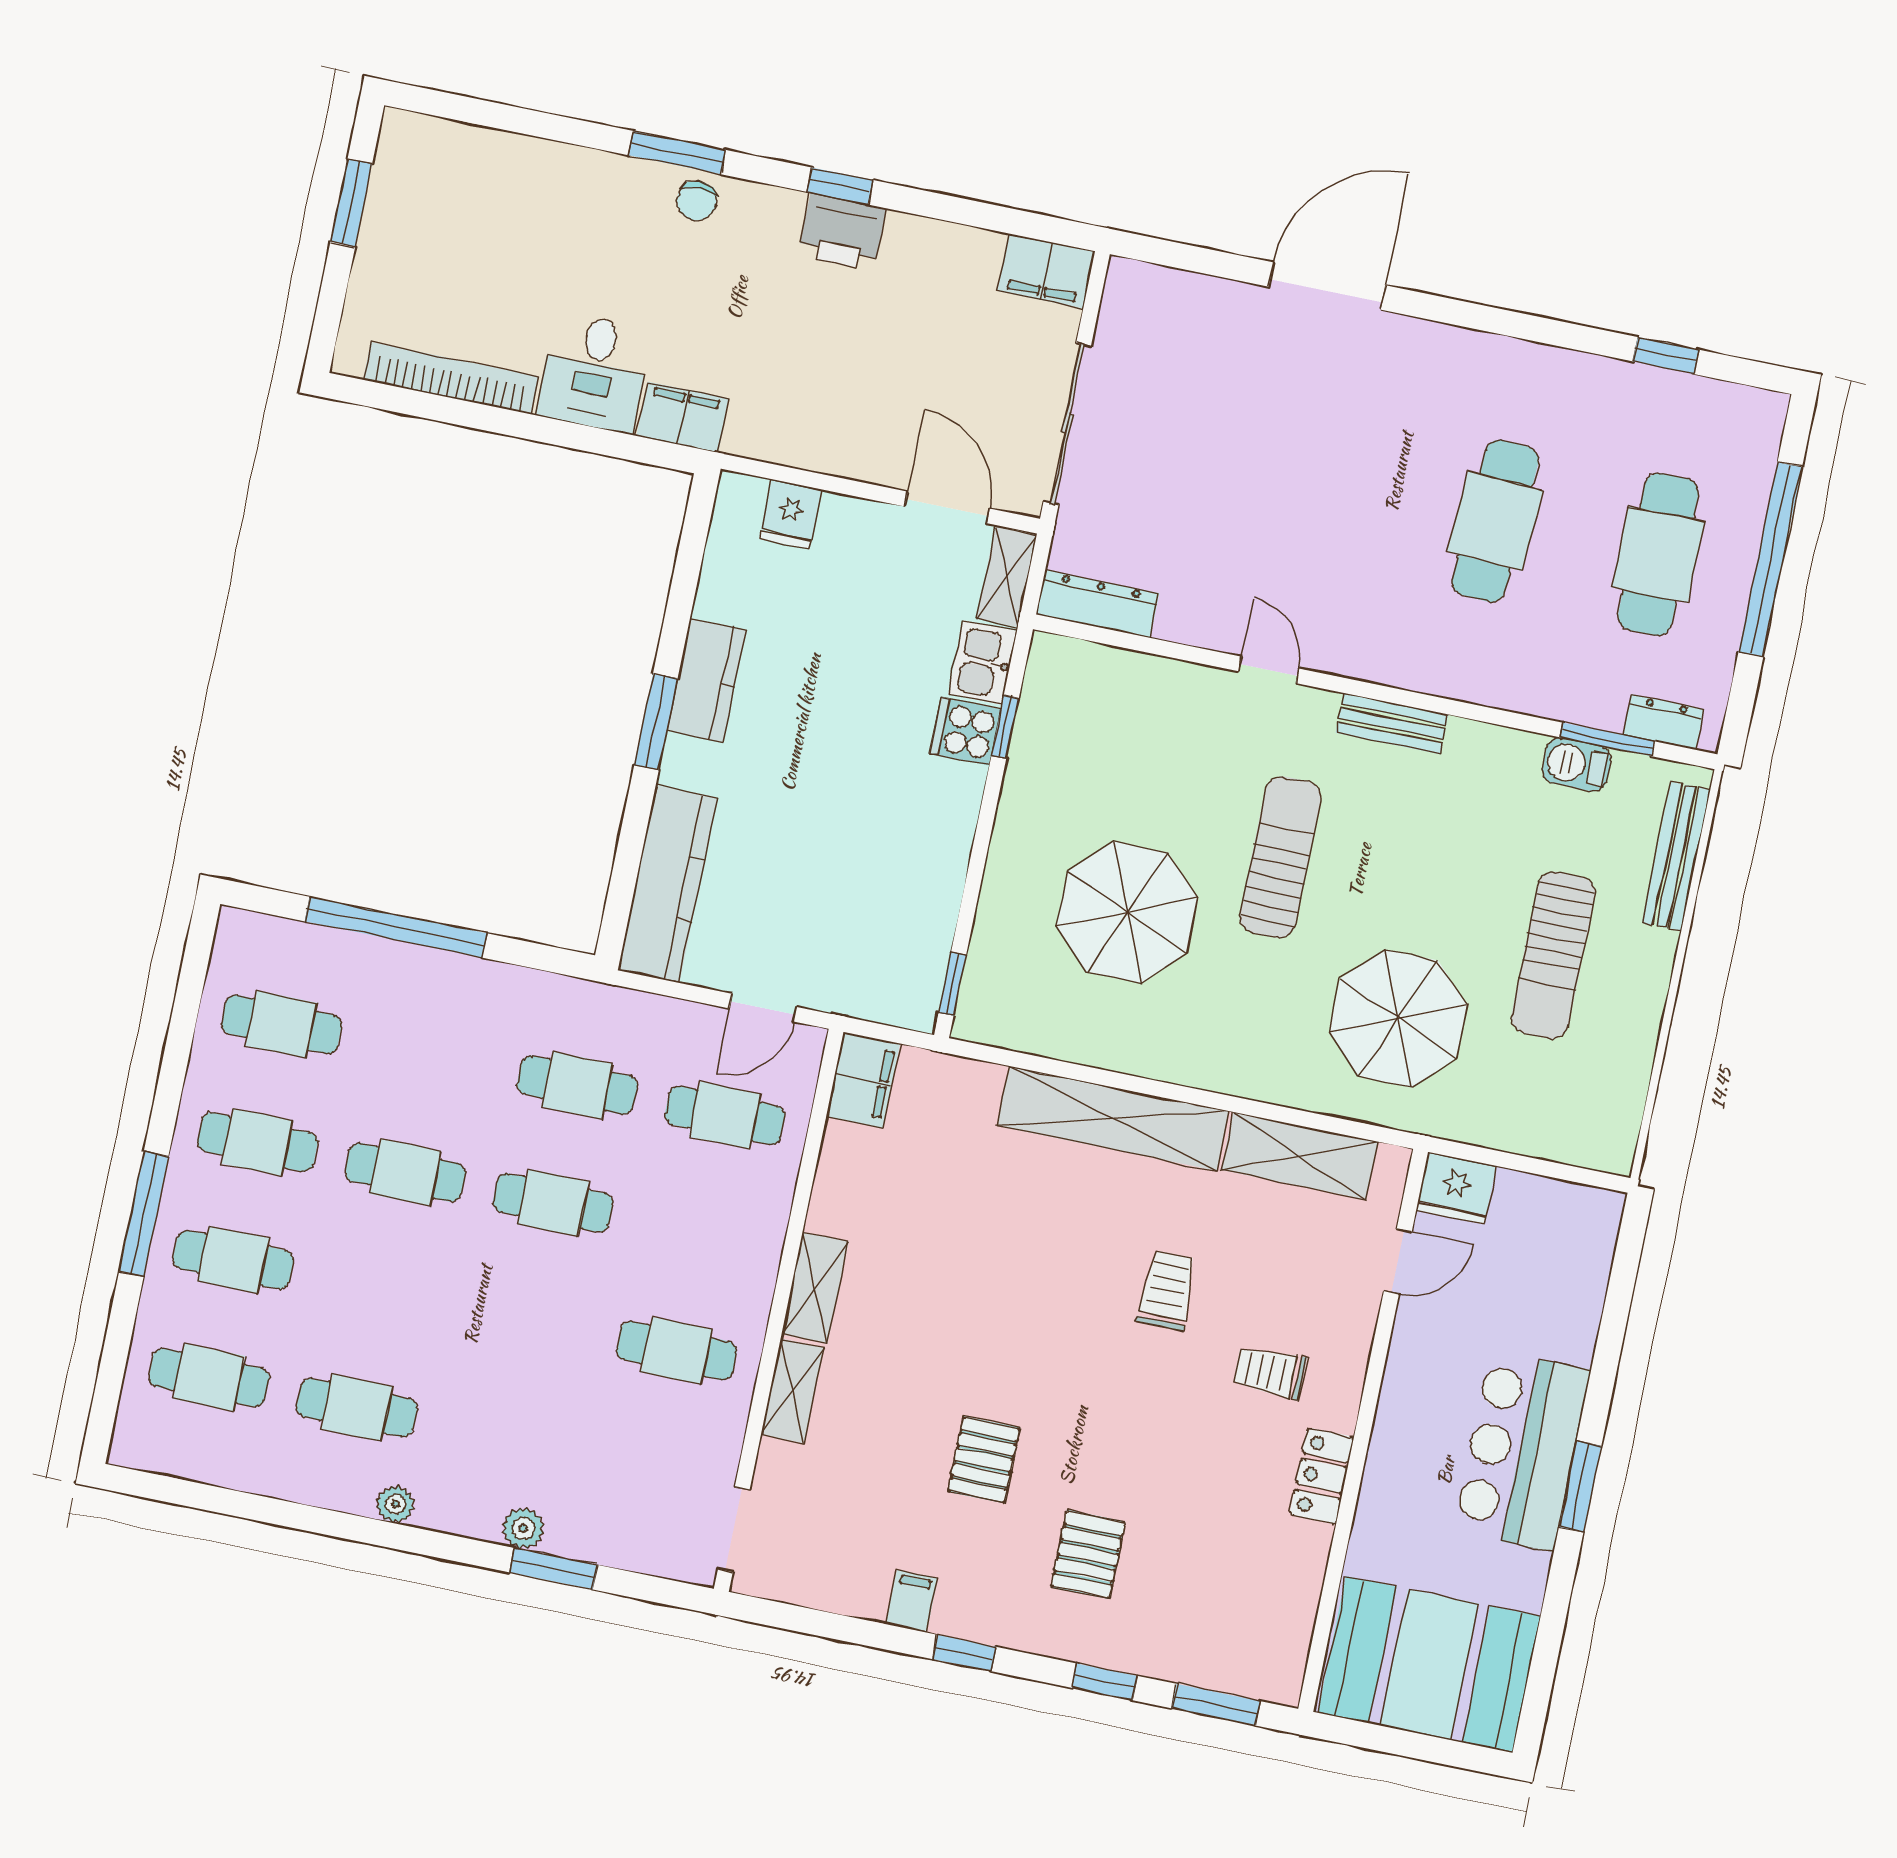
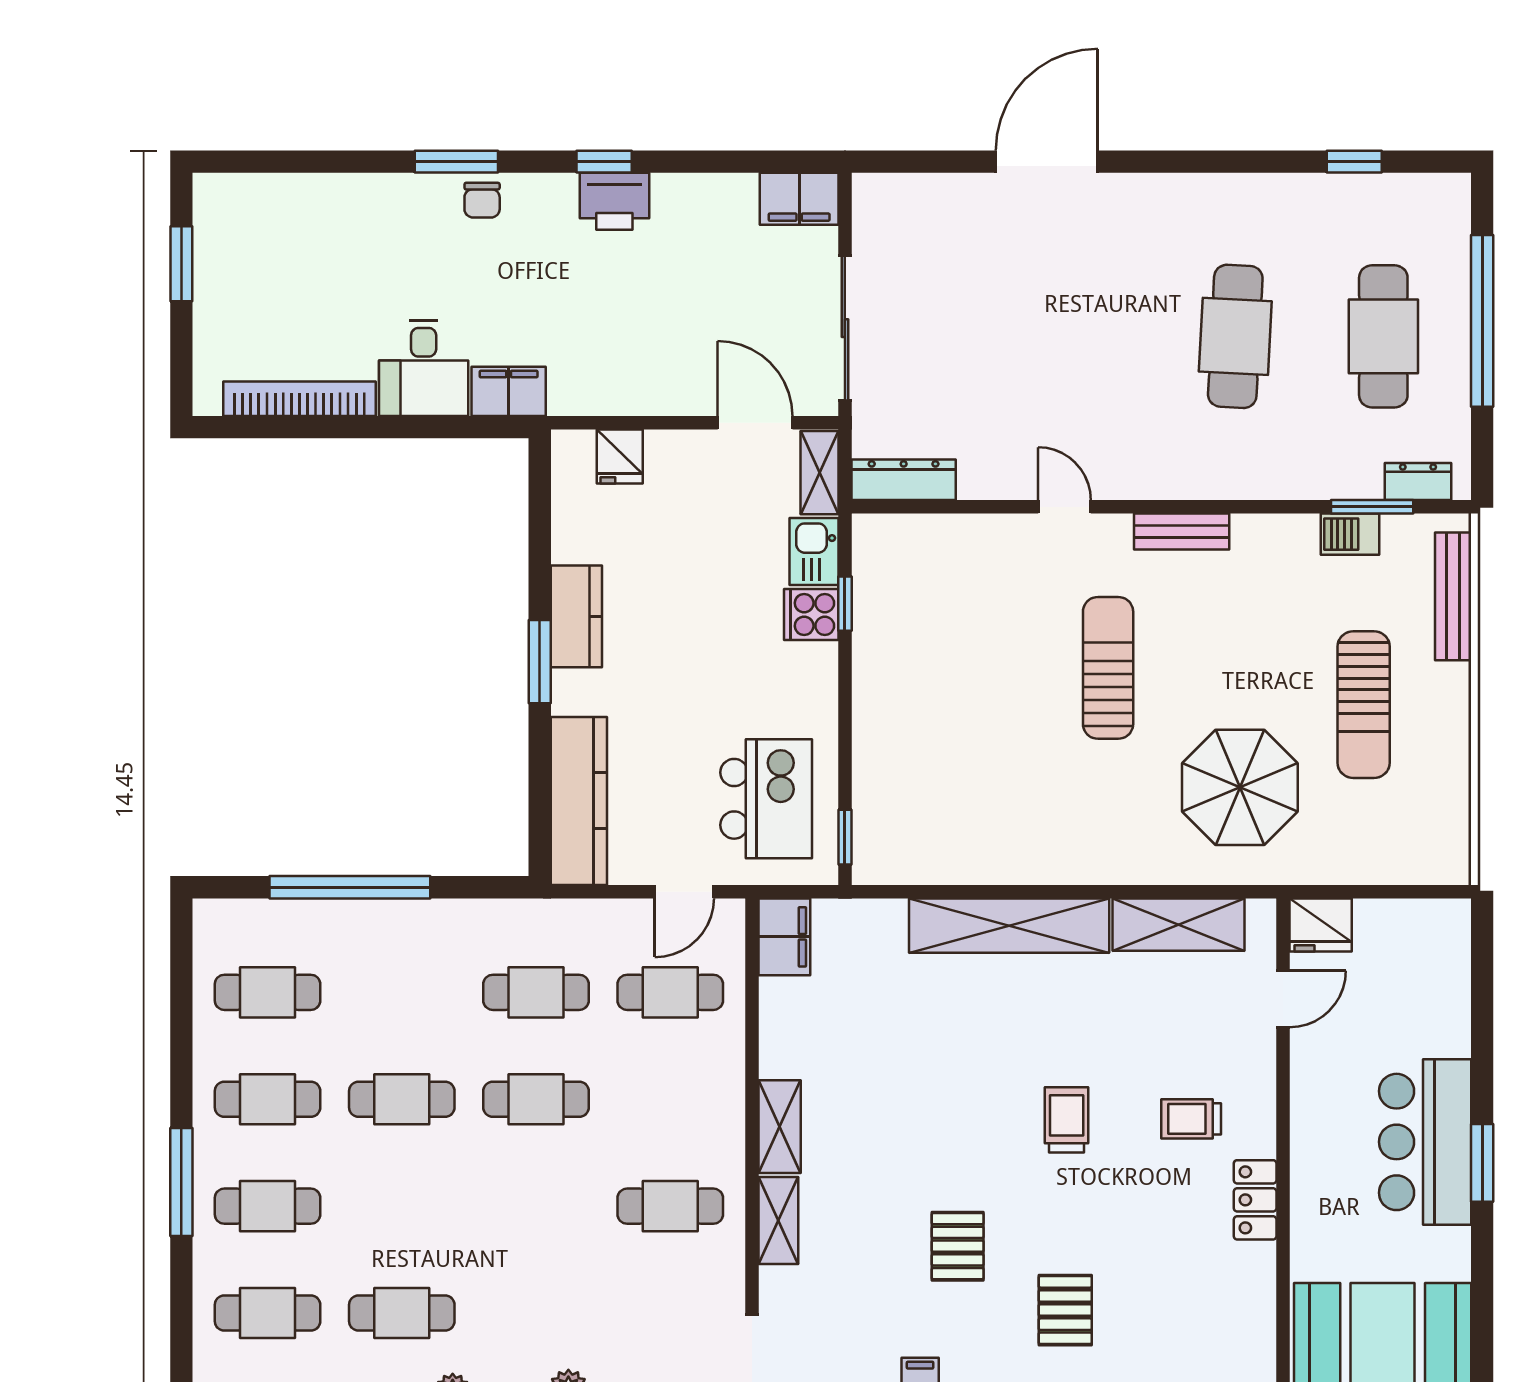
parasol: (1127, 912) -> (985, 743), removed
kitchen island: (874, 924) -> (766, 799), added
trolley: (1167, 1290) -> (1067, 1120), moved

